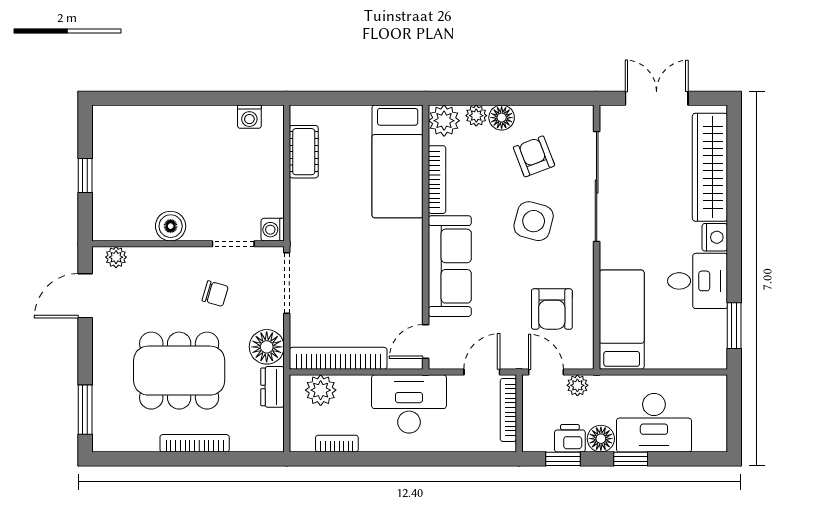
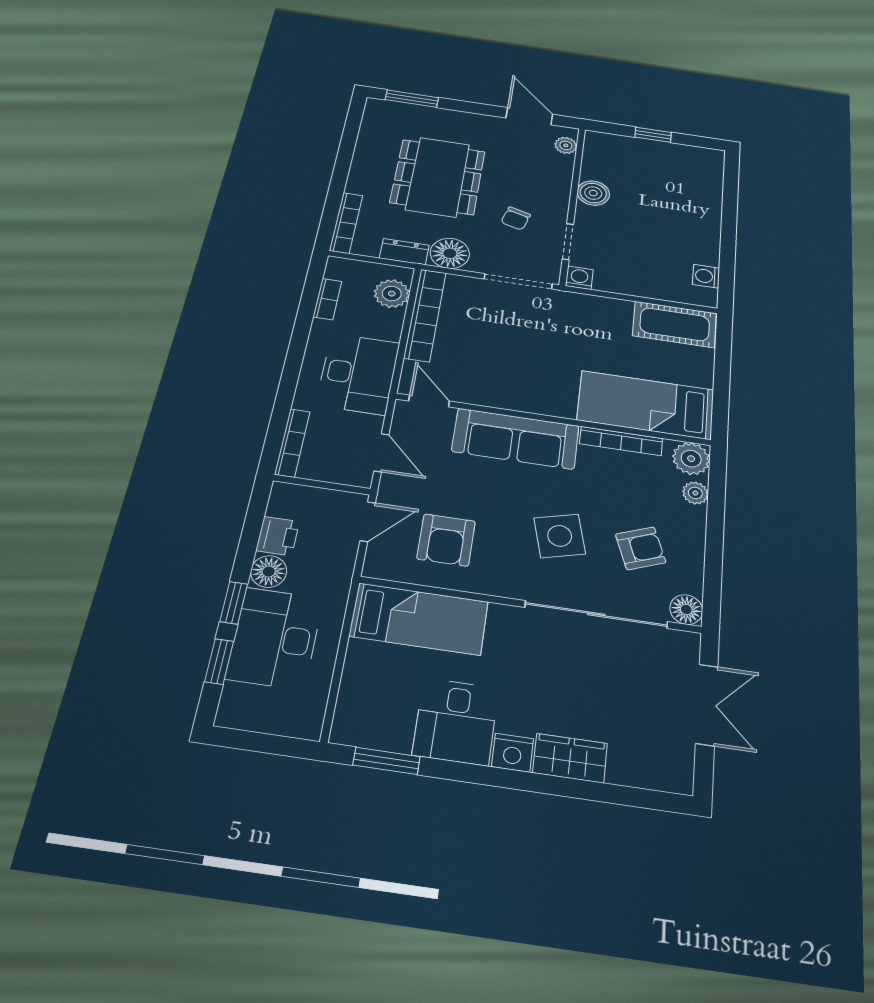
floor lamp: (502, 118) -> (686, 610), moved
cot: (304, 152) -> (675, 324), width x1.37, depth x1.34
wardrobe: (710, 167) -> (570, 758), width x0.48, depth x0.85
side table: (534, 221) -> (560, 536), turned -30
armchair: (552, 309) -> (446, 540), turned -90
plant: (577, 385) -> (344, 555), removed
bookcase: (508, 410) -> (292, 443), moved, turned 90
bookcase: (195, 443) -> (346, 223), moved
window: (563, 459) -> (219, 661), moved

